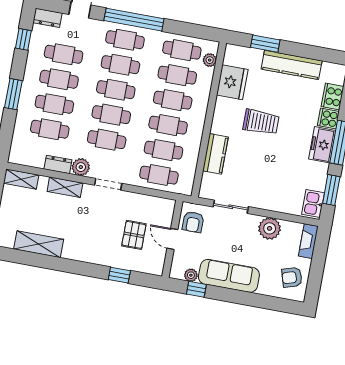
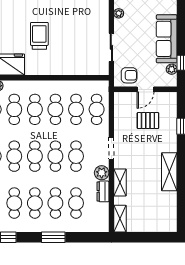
kitchen counter: (215, 154) -> (71, 67), removed
plant: (270, 228) -> (119, 13), width x0.53, depth x0.53
shelving: (39, 244) -> (169, 172), moved

